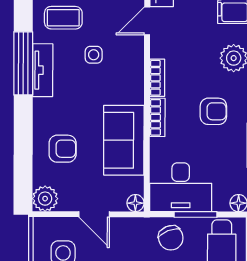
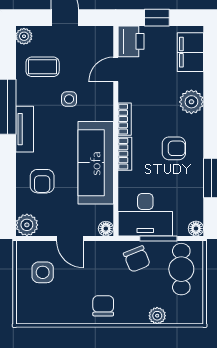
tv unit: (43, 70) -> (25, 129), moved
sofa: (124, 140) -> (96, 163), width x1.36
armchair: (63, 149) -> (42, 181), turned 90

